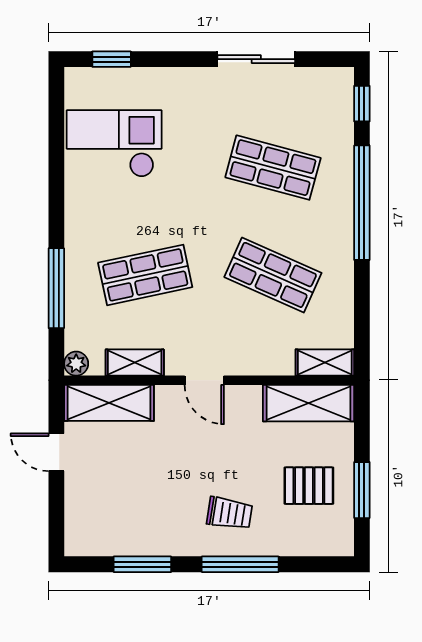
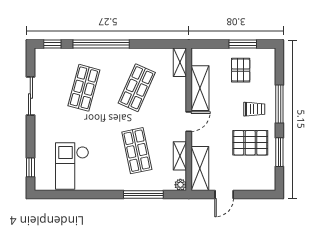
shelving: (309, 403) -> (200, 88), moved
pallet: (161, 505) -> (250, 143), added
trolley: (230, 513) -> (254, 109), turned 81

